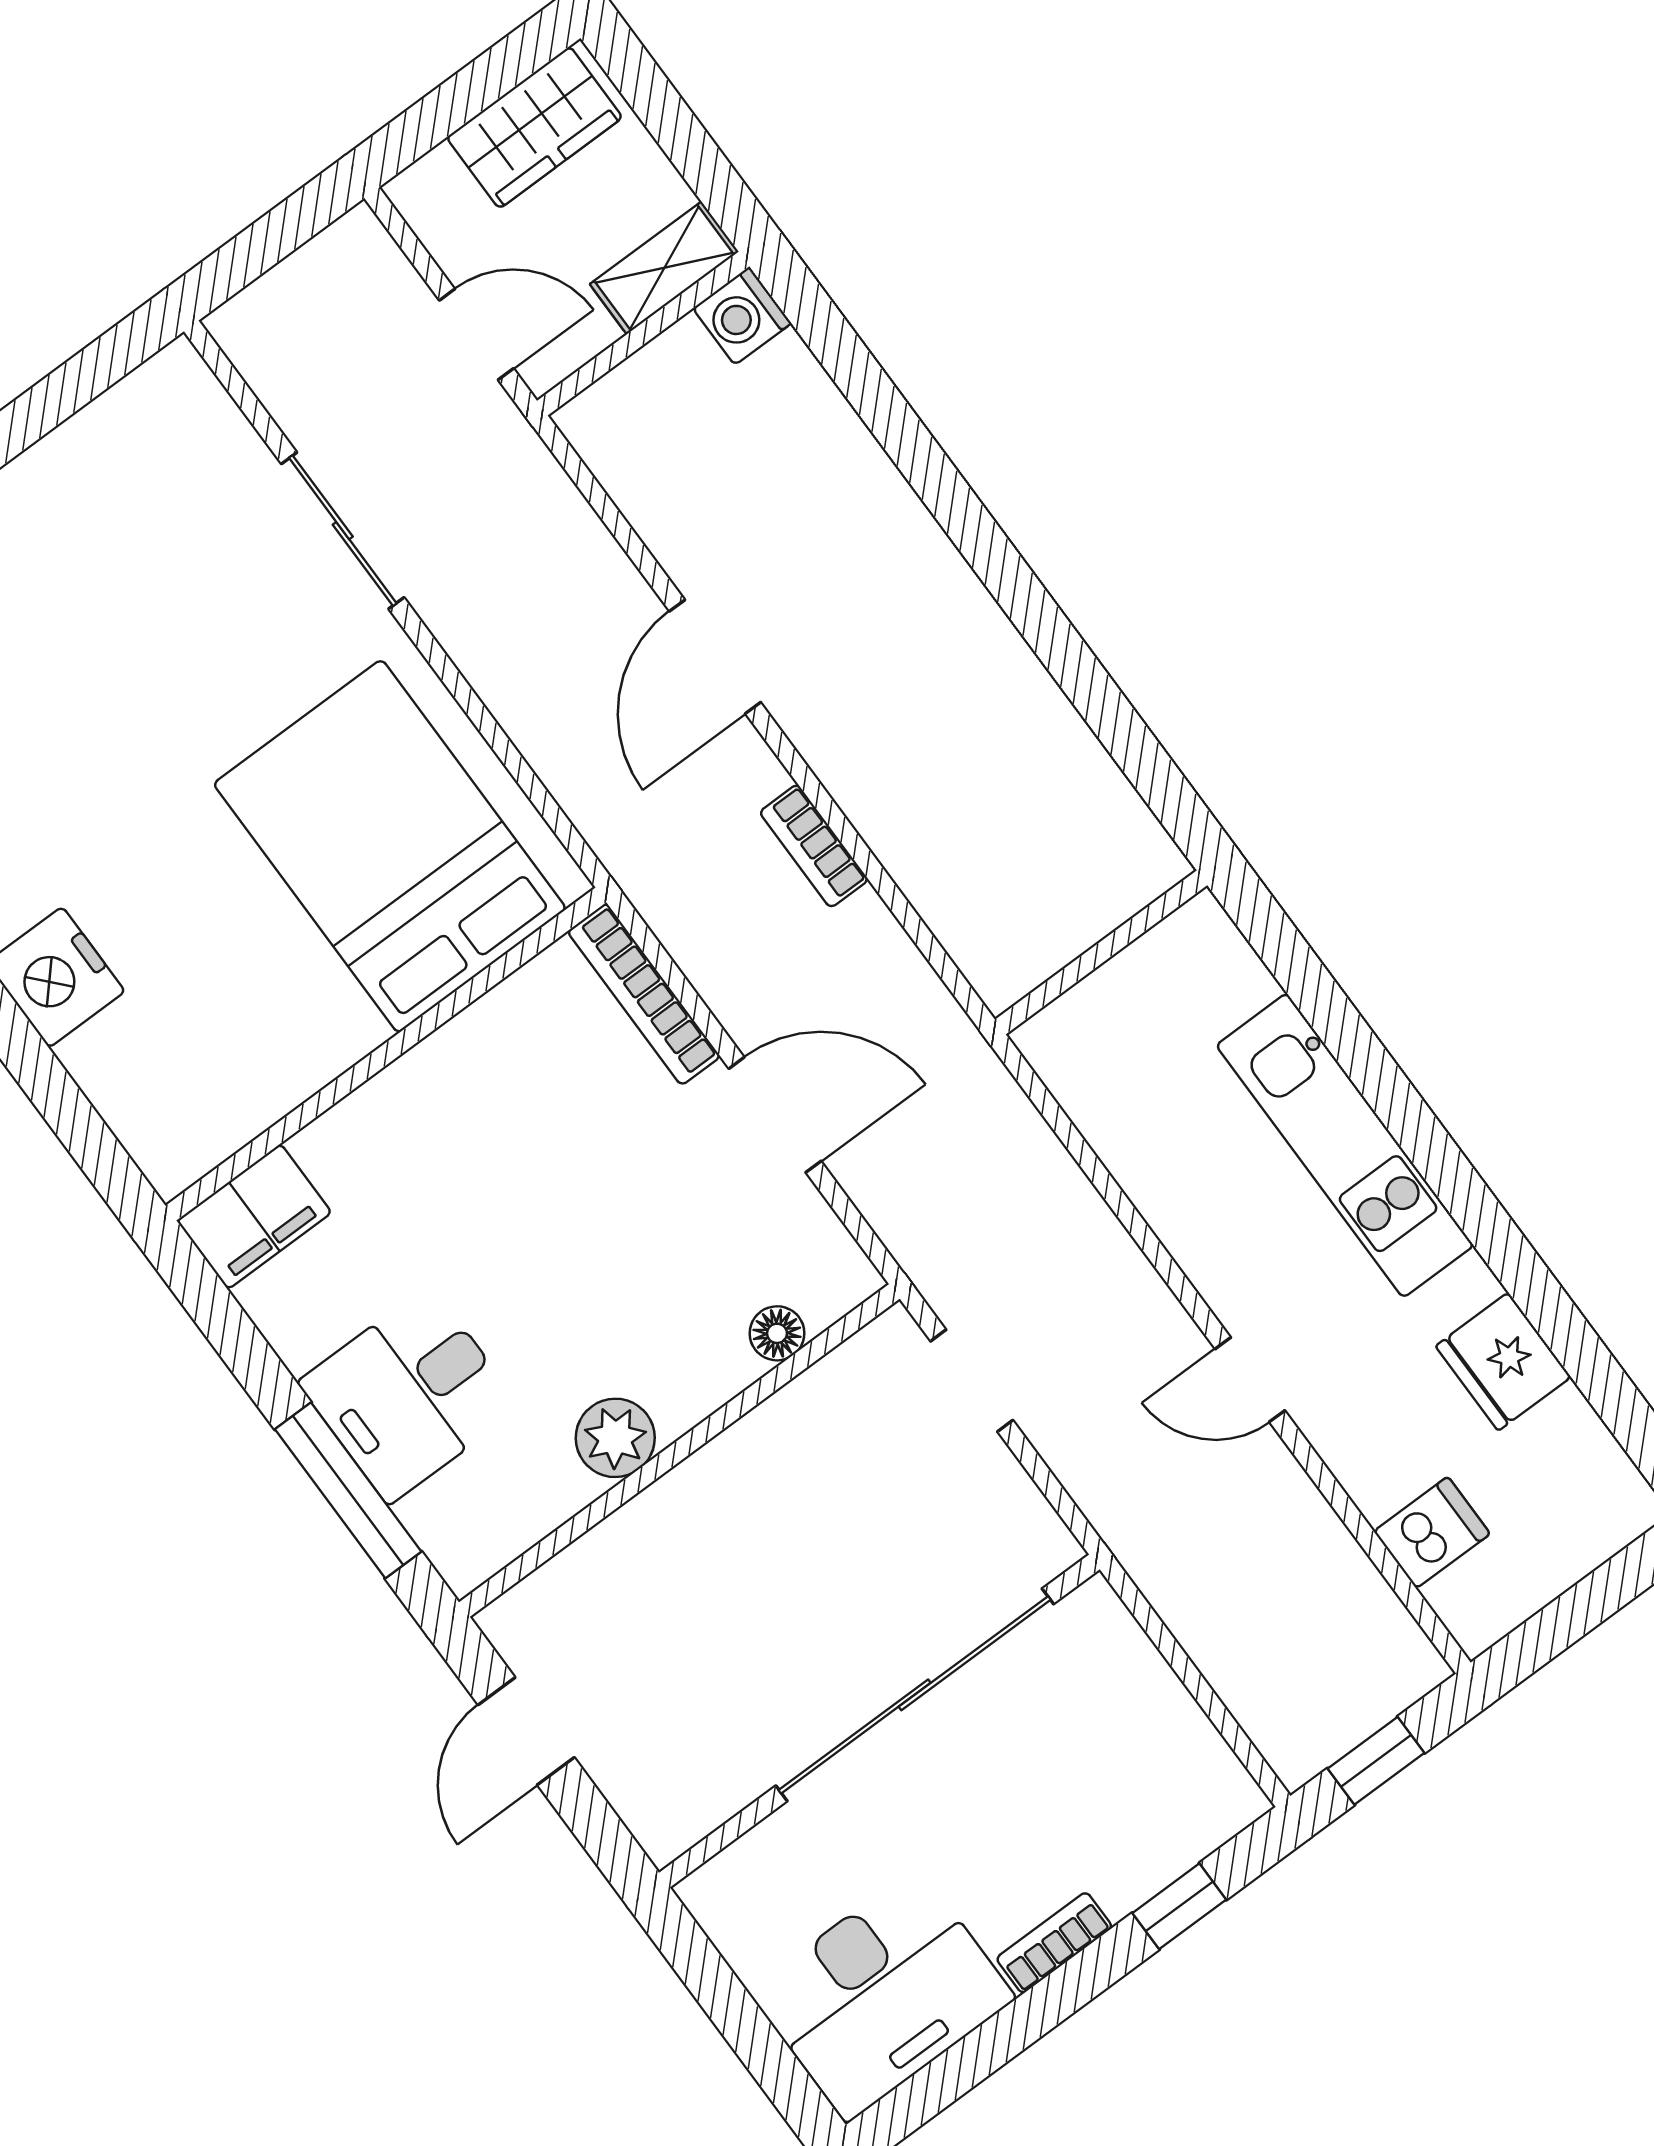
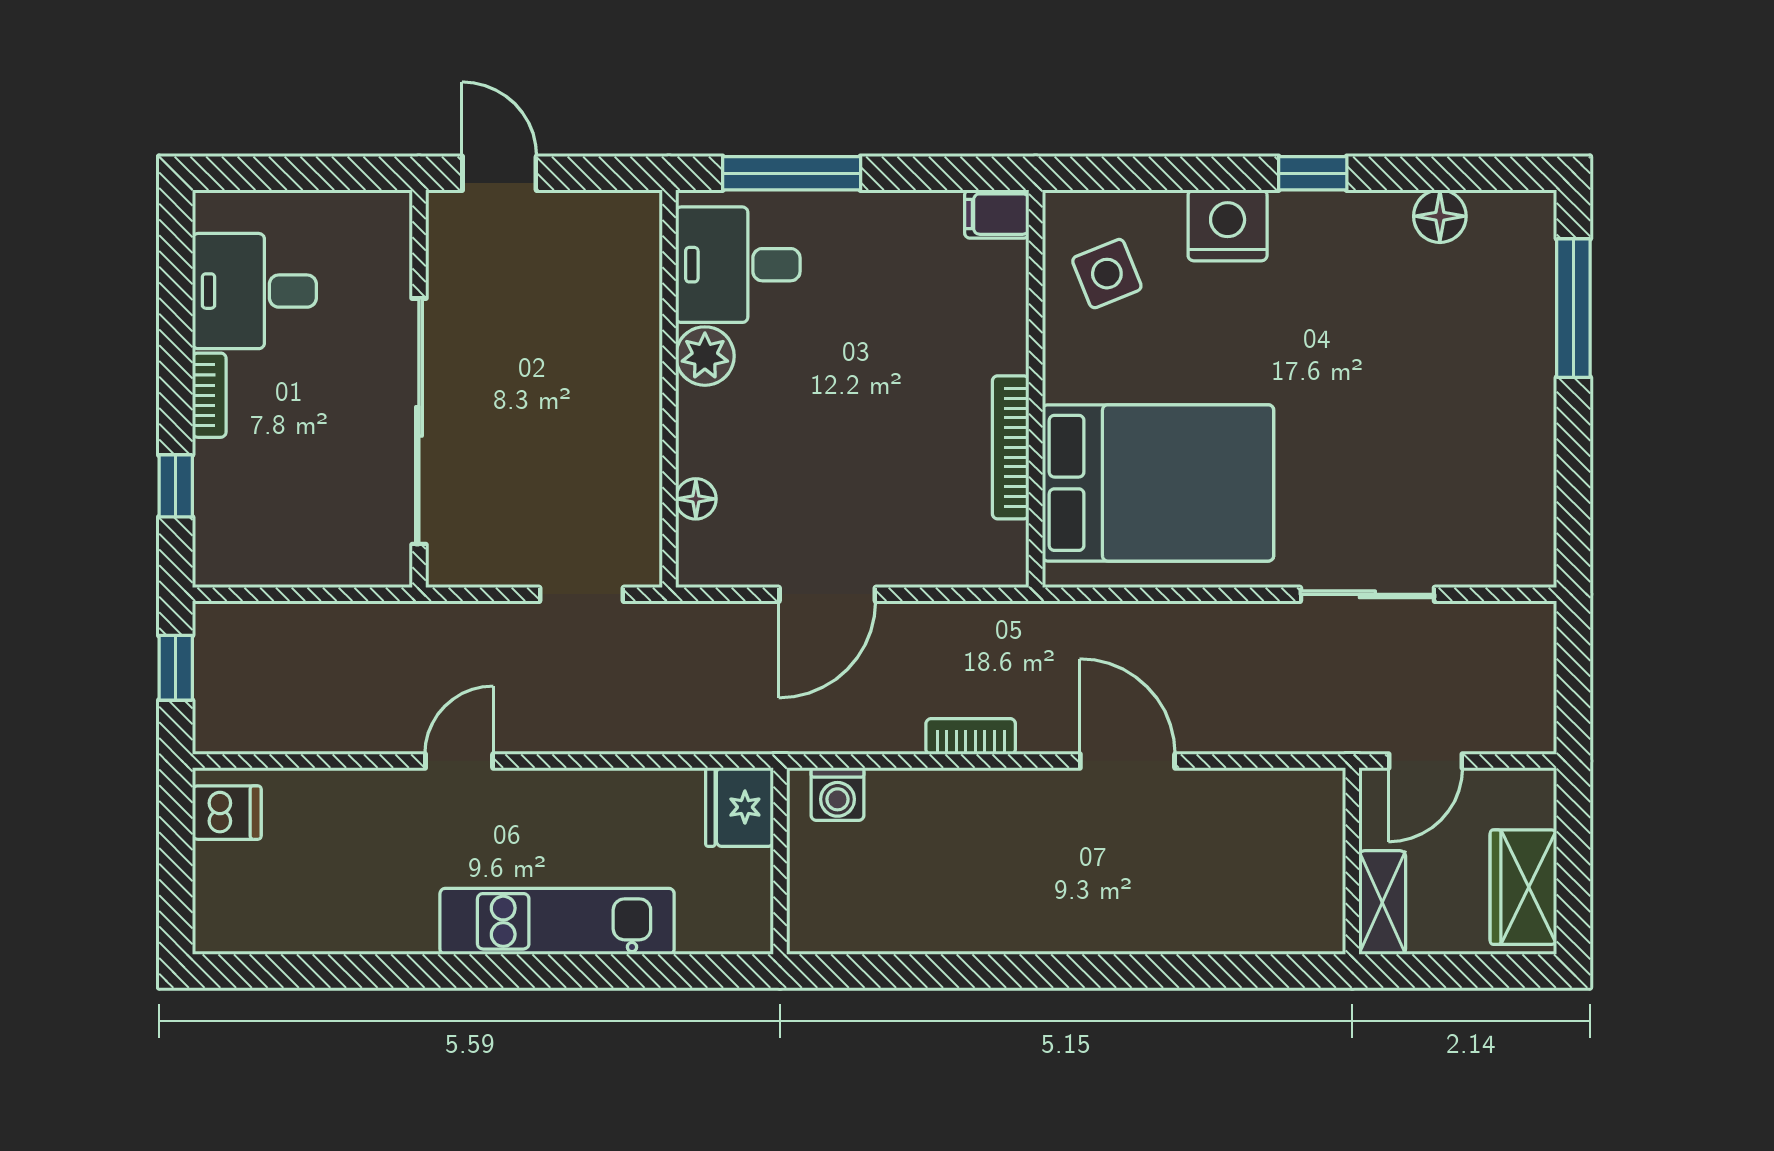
washing machine: (742, 316) -> (838, 794), moved, turned 180
bookcase: (644, 994) -> (1011, 447), moved, turned -90
side table: (204, 1069) -> (1107, 274), added
filing cabinet: (254, 1217) -> (997, 214), width x0.50
fridge: (1503, 1362) -> (739, 807), moved, turned -90
desk: (409, 1395) -> (738, 265), moved, turned -90
dishwasher: (1432, 1533) -> (227, 813), moved, turned -90
door: (526, 1731) -> (499, 173), moved
desk: (882, 1994) -> (254, 291), width x0.73

